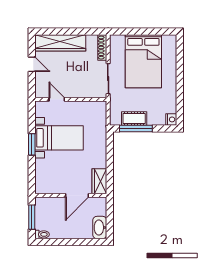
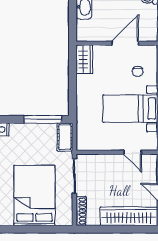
cot: (134, 118) -> (65, 137), moved, turned 90
chair: (52, 171) -> (138, 71), added
door: (77, 195) -> (125, 43), moved

